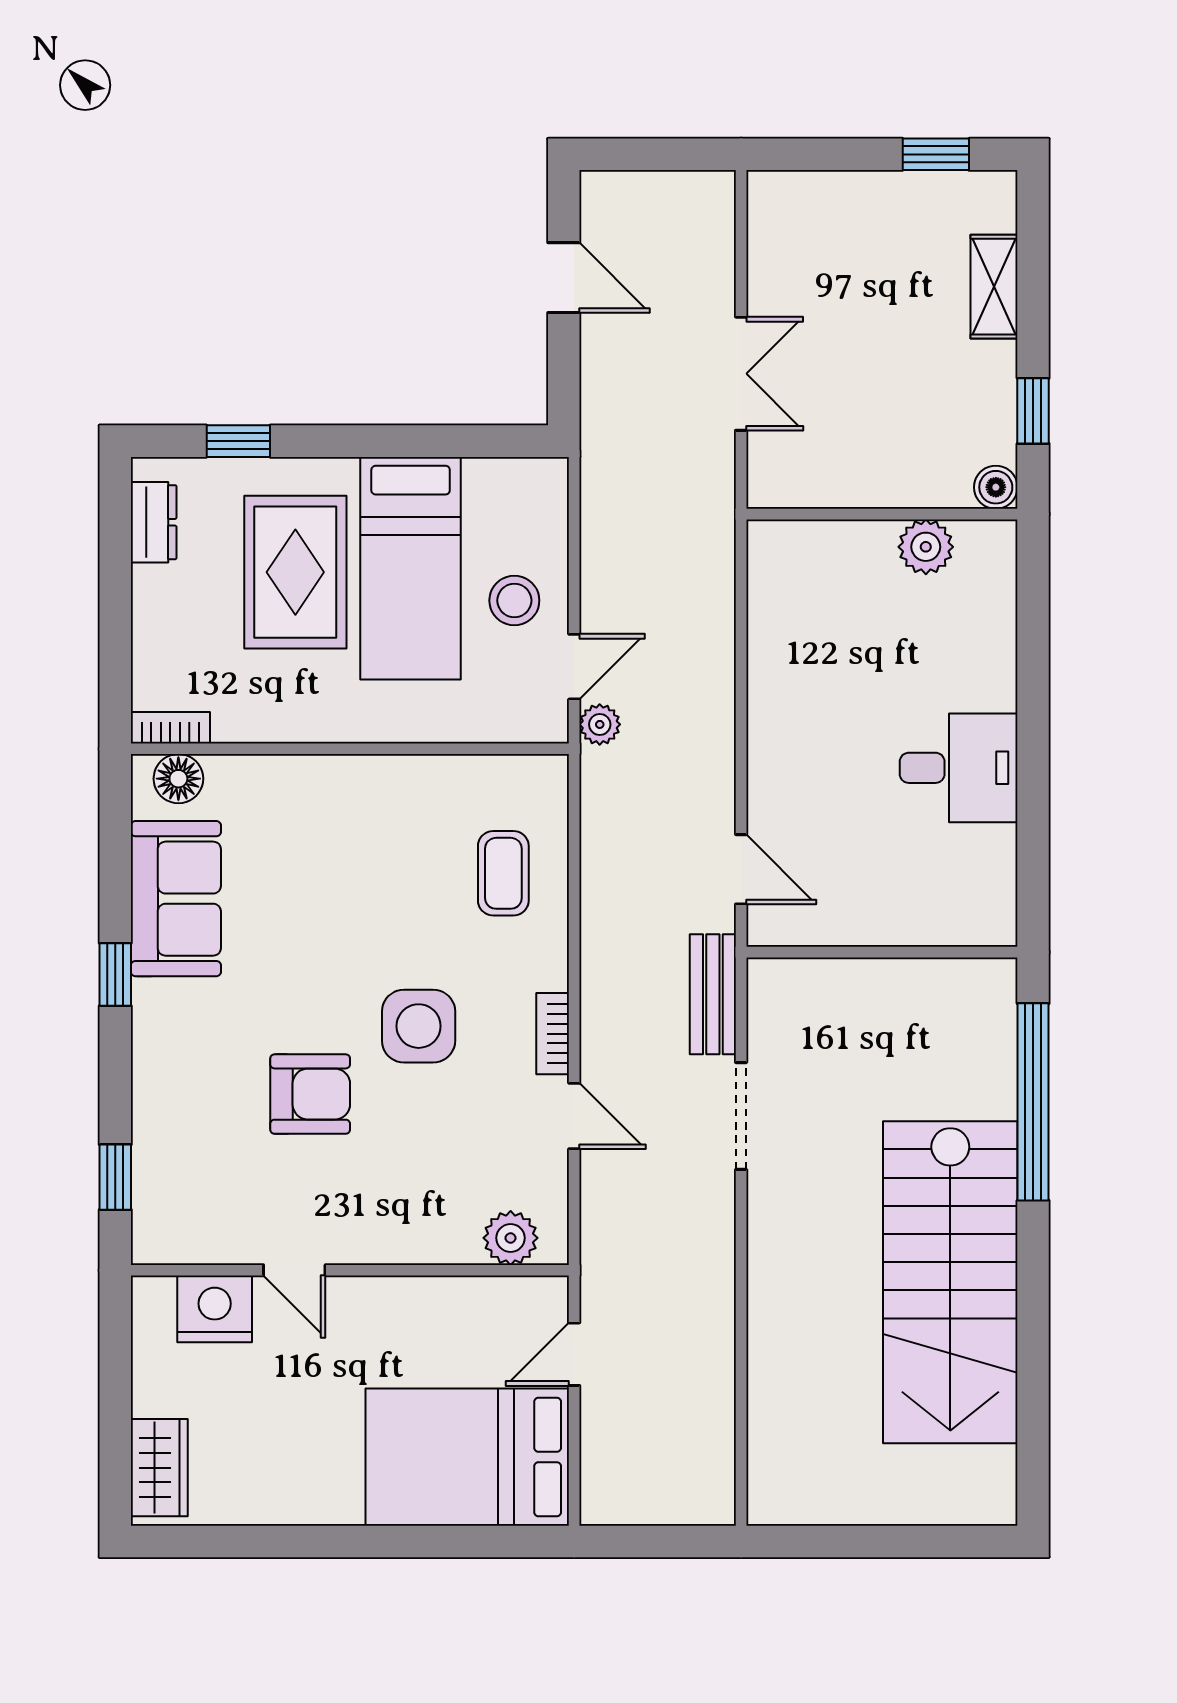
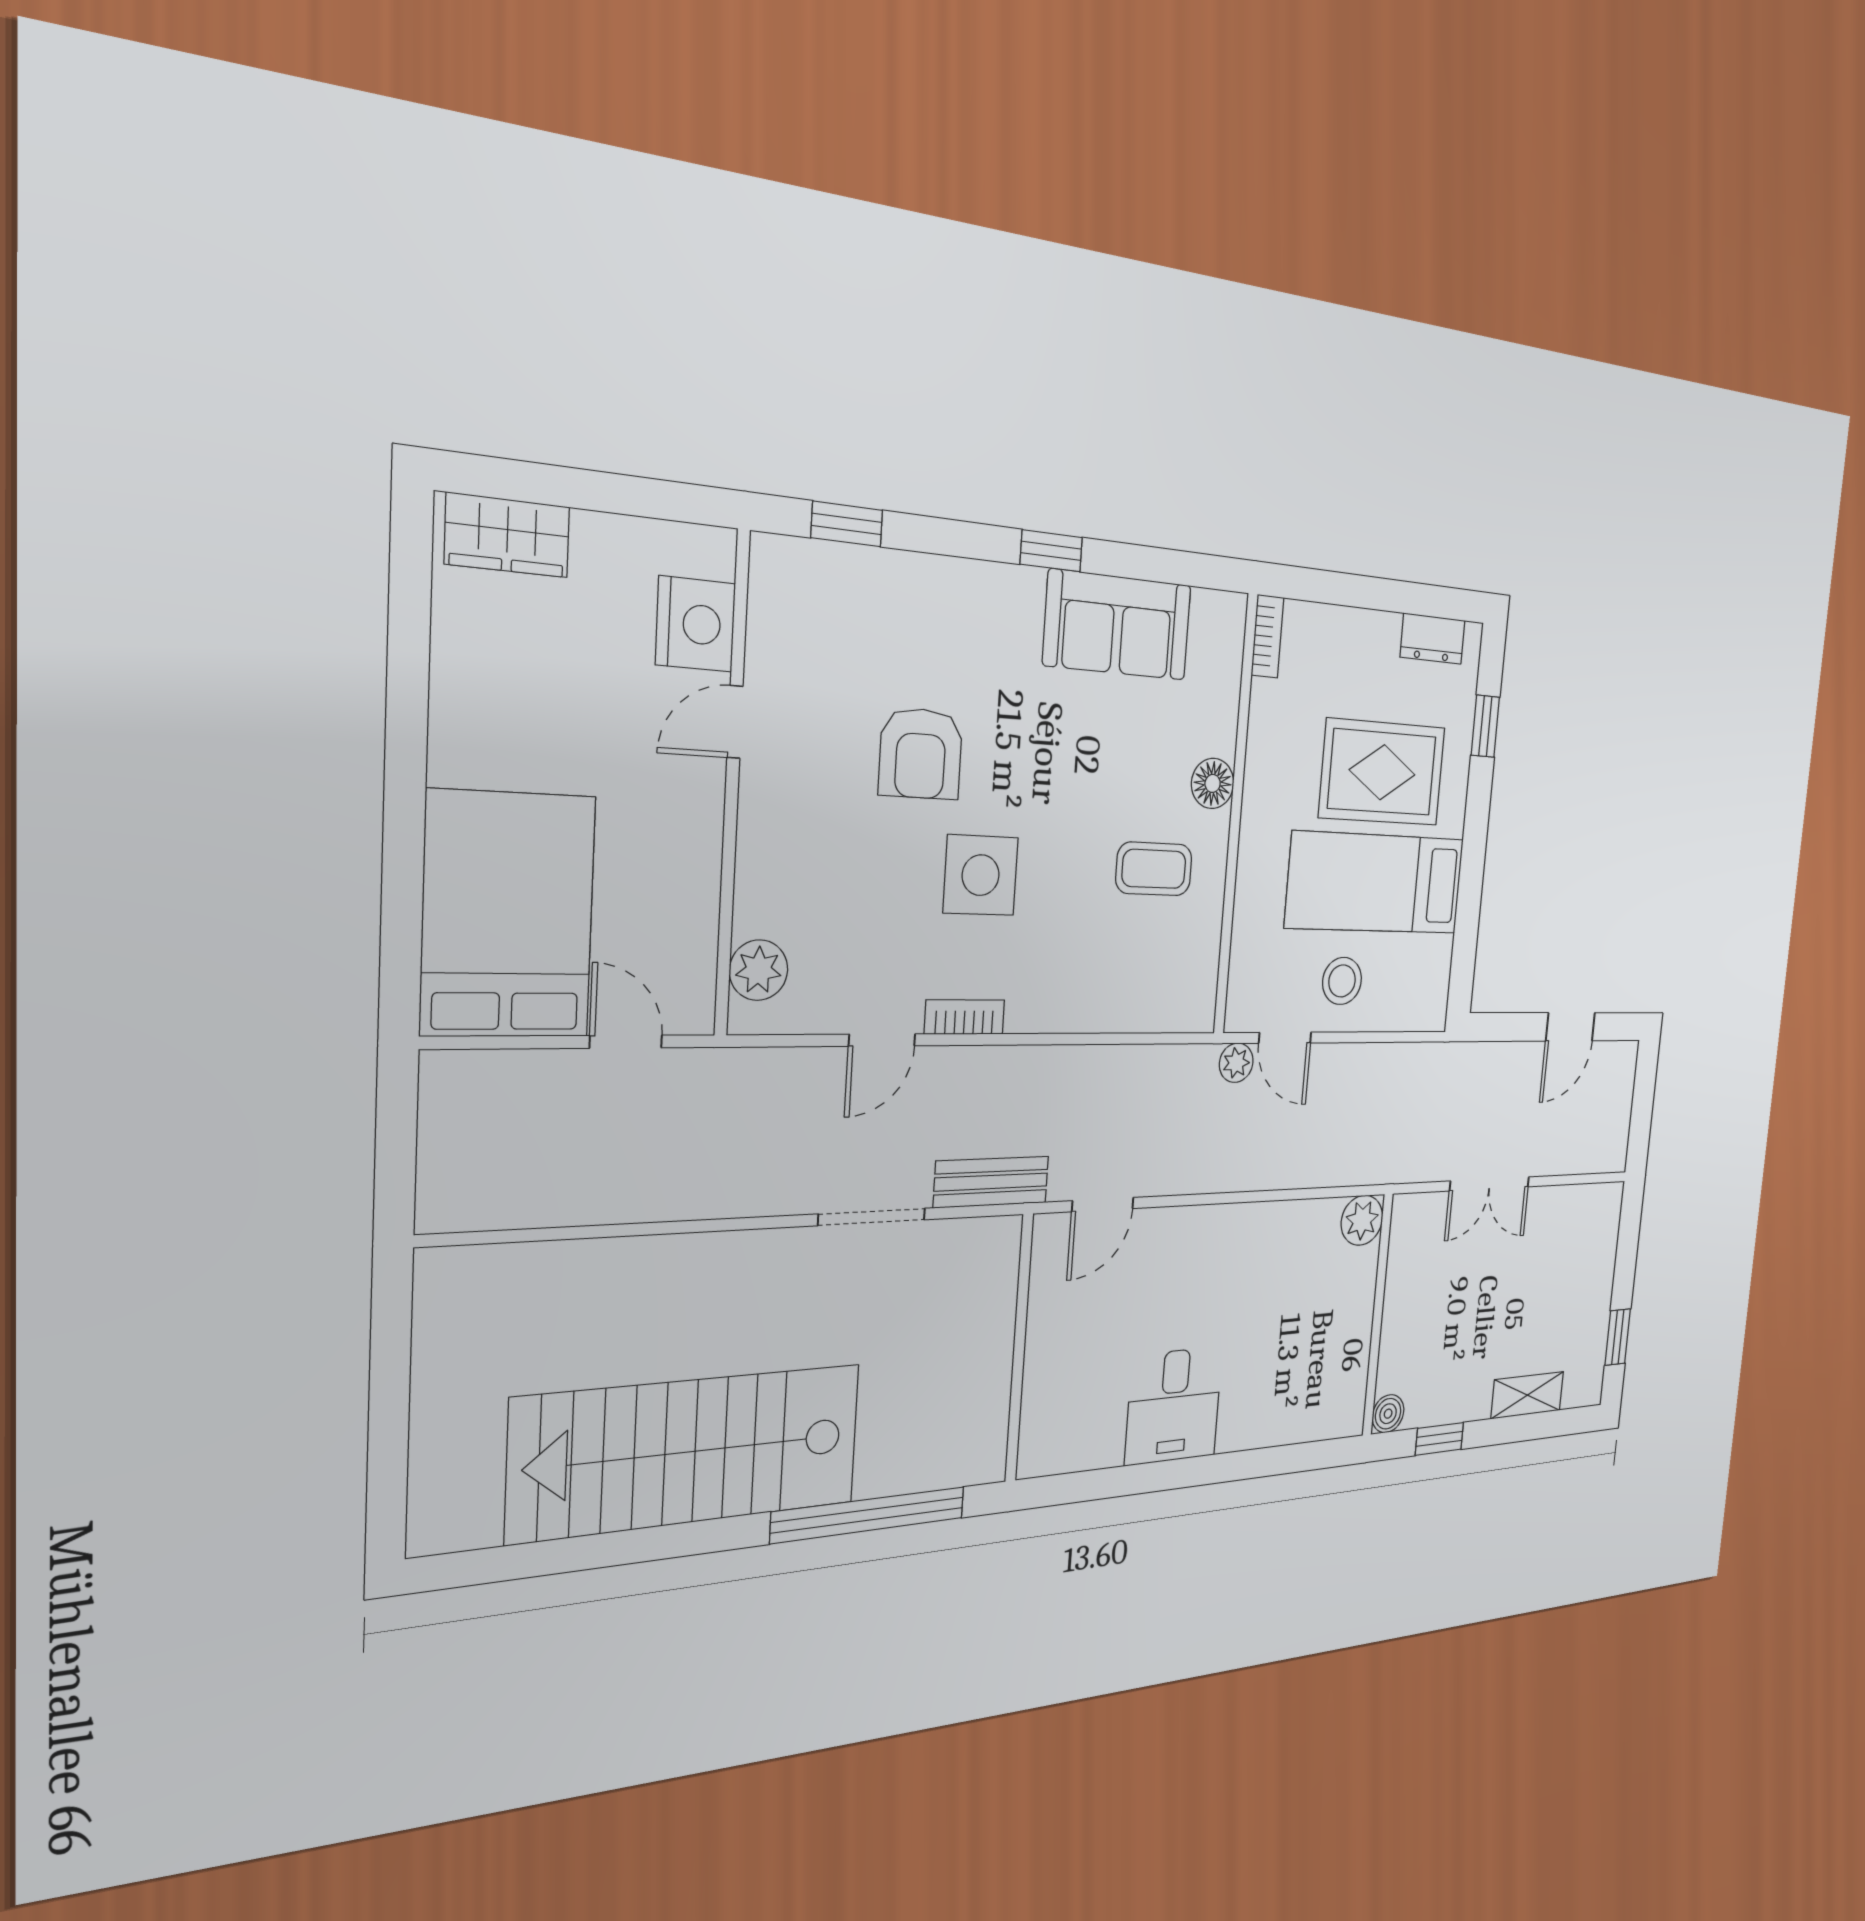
plant: (926, 547) -> (1362, 1220), moved
floor lamp: (178, 779) -> (1213, 783), moved
coffee table: (503, 873) -> (1154, 869), moved

